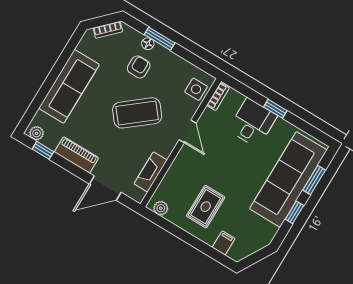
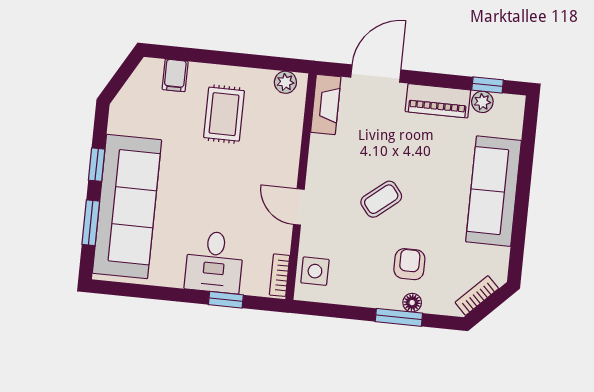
armchair: (139, 67) -> (409, 264), turned 180
window: (275, 109) -> (226, 300), moved
coffee table: (137, 113) -> (381, 199), width x0.54, depth x0.58
plant: (37, 133) -> (482, 102), moved
fireplace: (151, 172) -> (326, 105), moved

